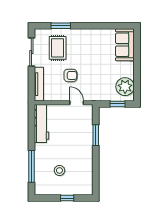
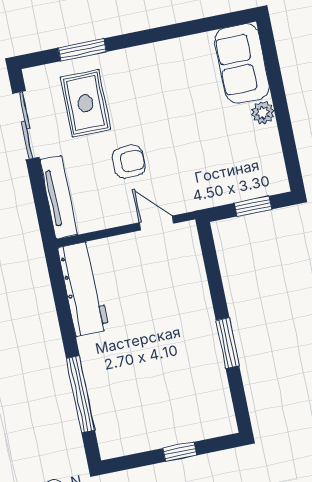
plant: (125, 87) -> (263, 113), moved, width x0.53, depth x0.53
window: (96, 135) -> (228, 343), moved
stool: (59, 170) -> (148, 390), removed

